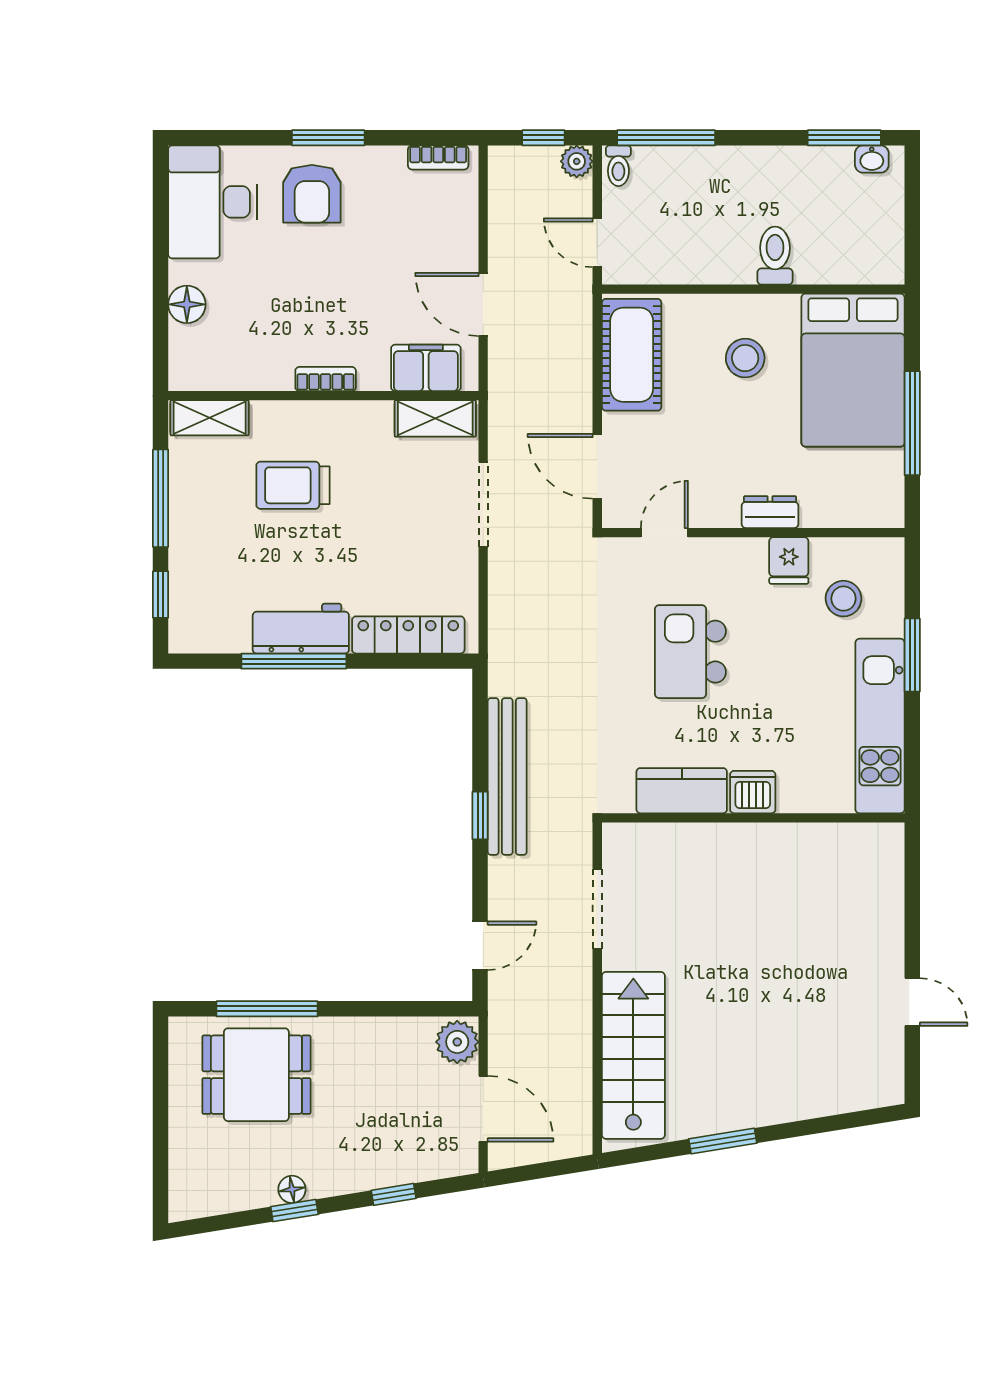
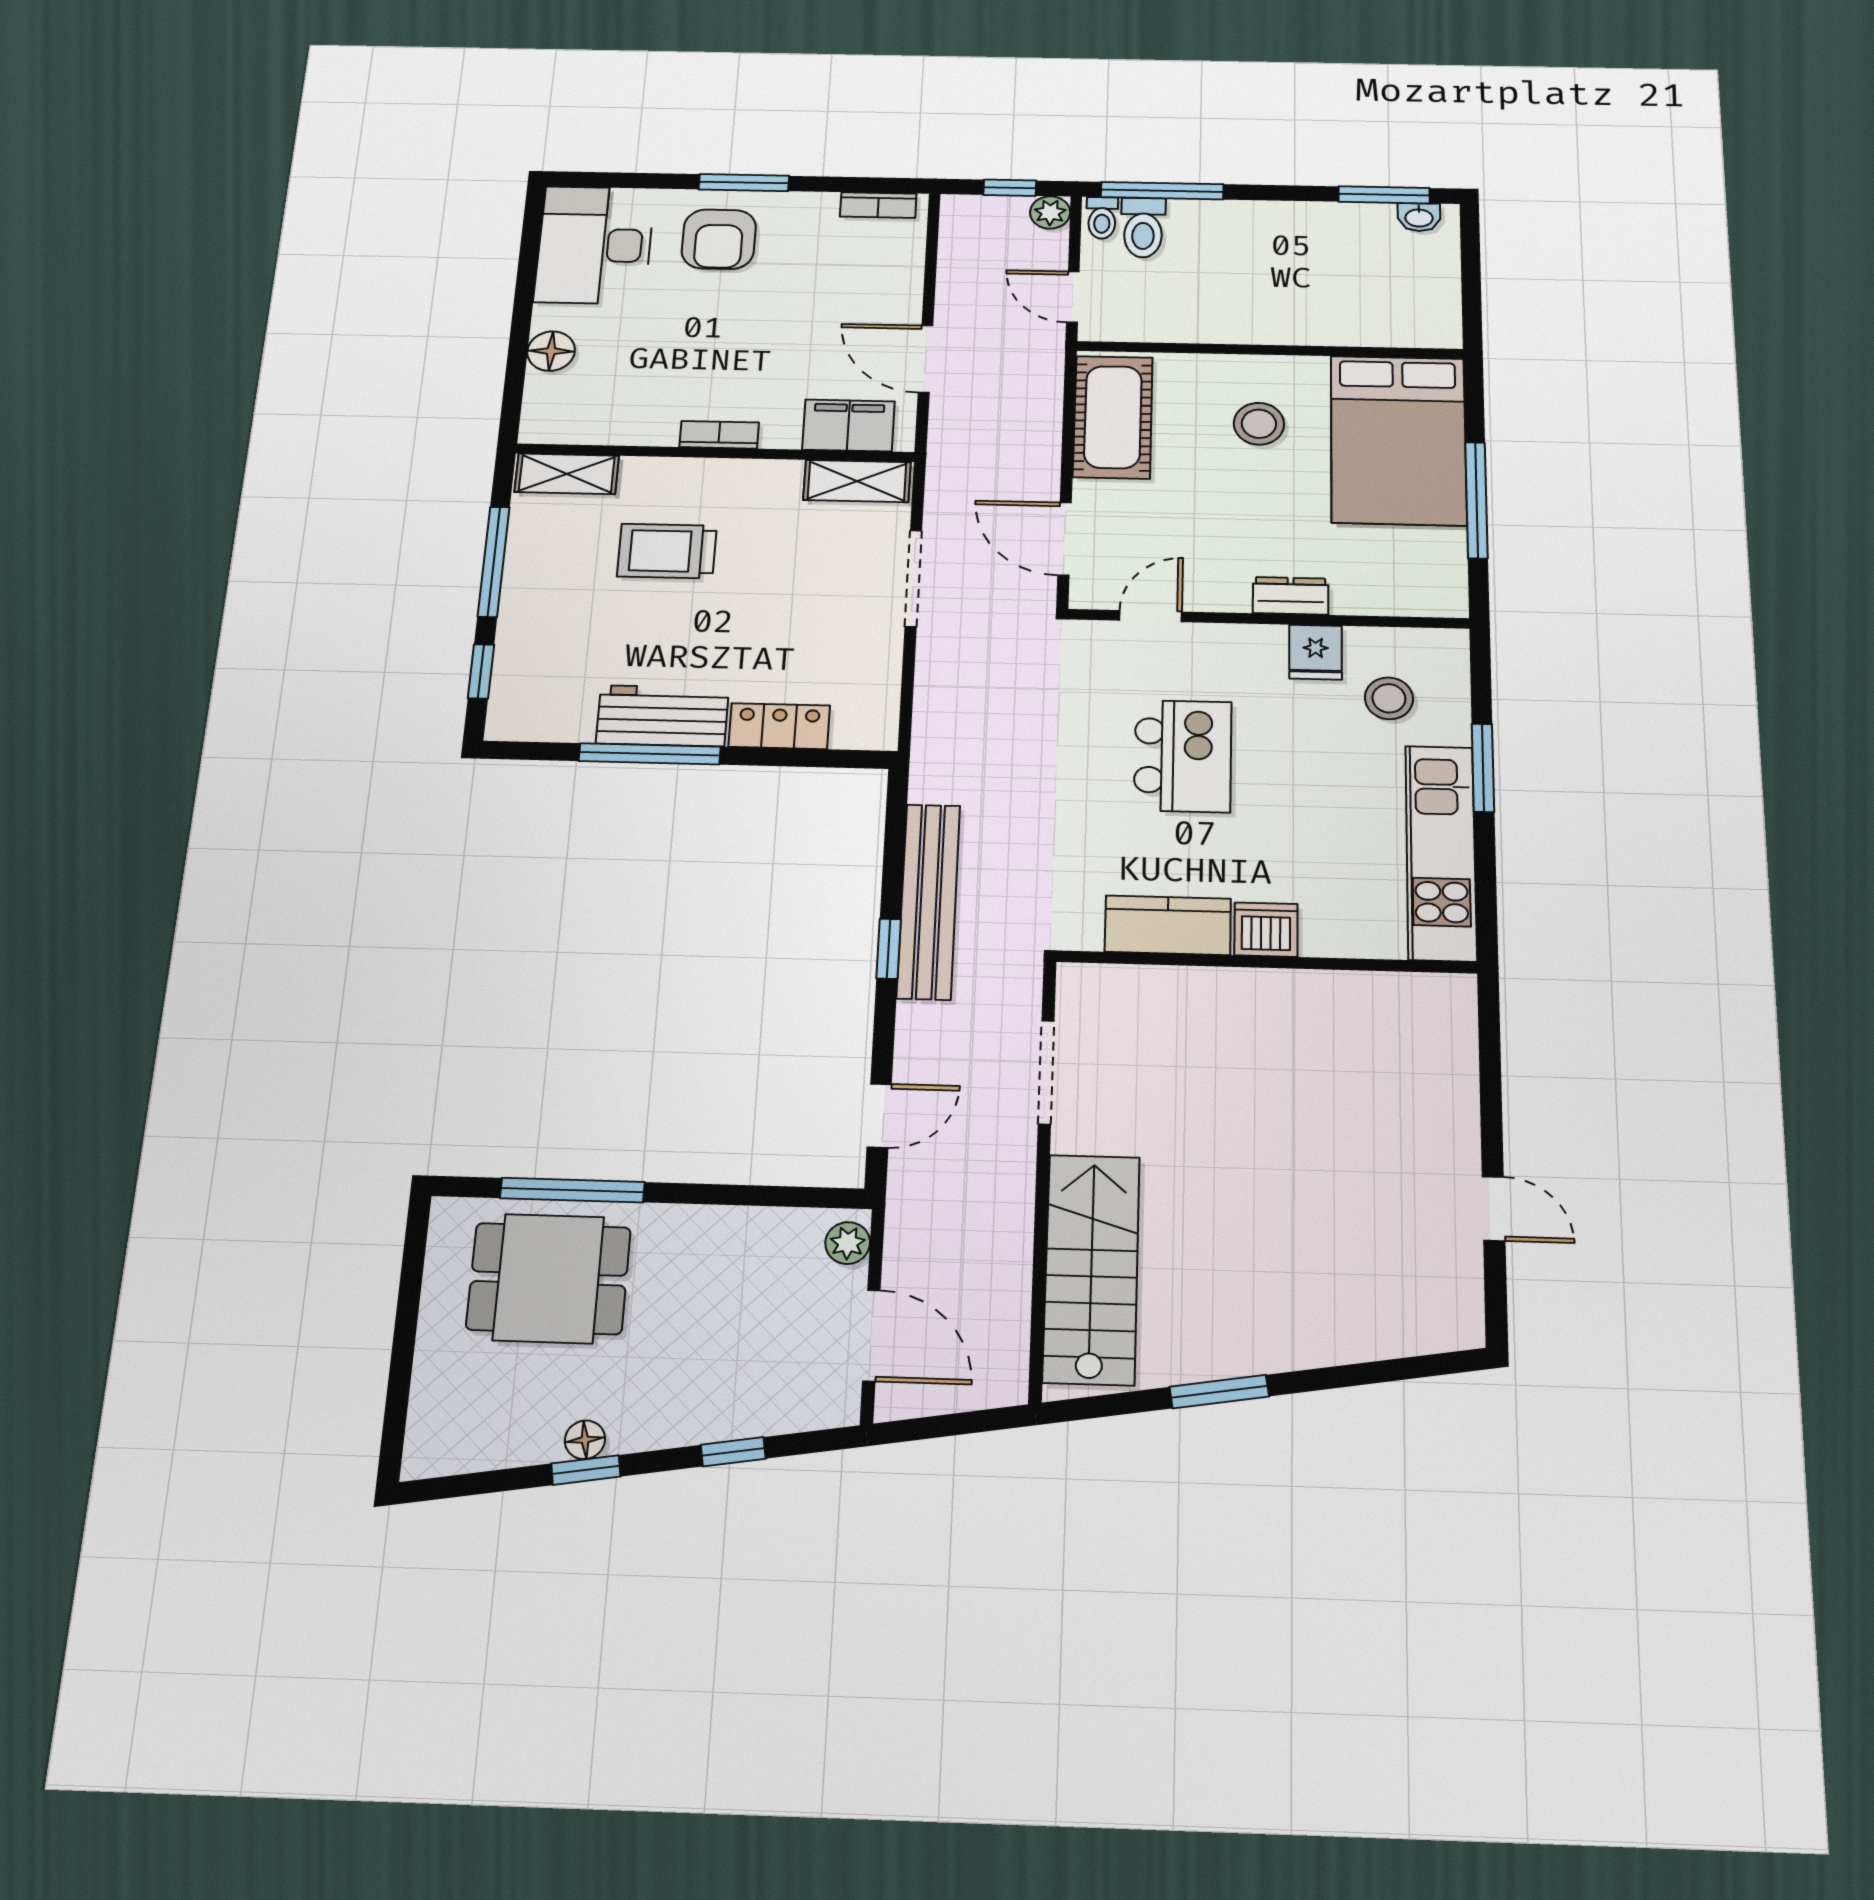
toilet: (775, 256) -> (1143, 228), moved, turned 180
locker: (408, 635) -> (779, 726), width x0.66
kitchen island: (690, 652) -> (1183, 756), turned 180
plant: (457, 1042) -> (848, 1243), width x0.73, depth x0.73

